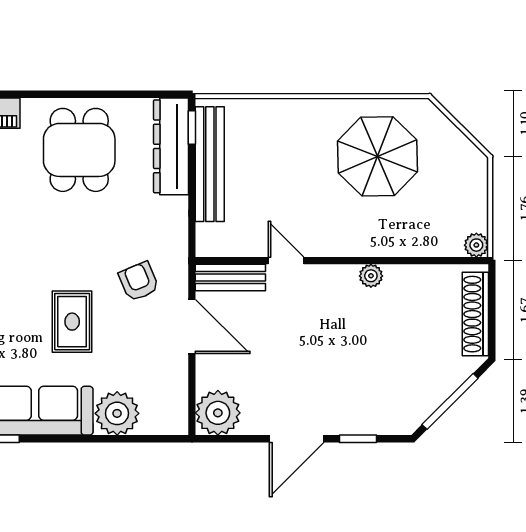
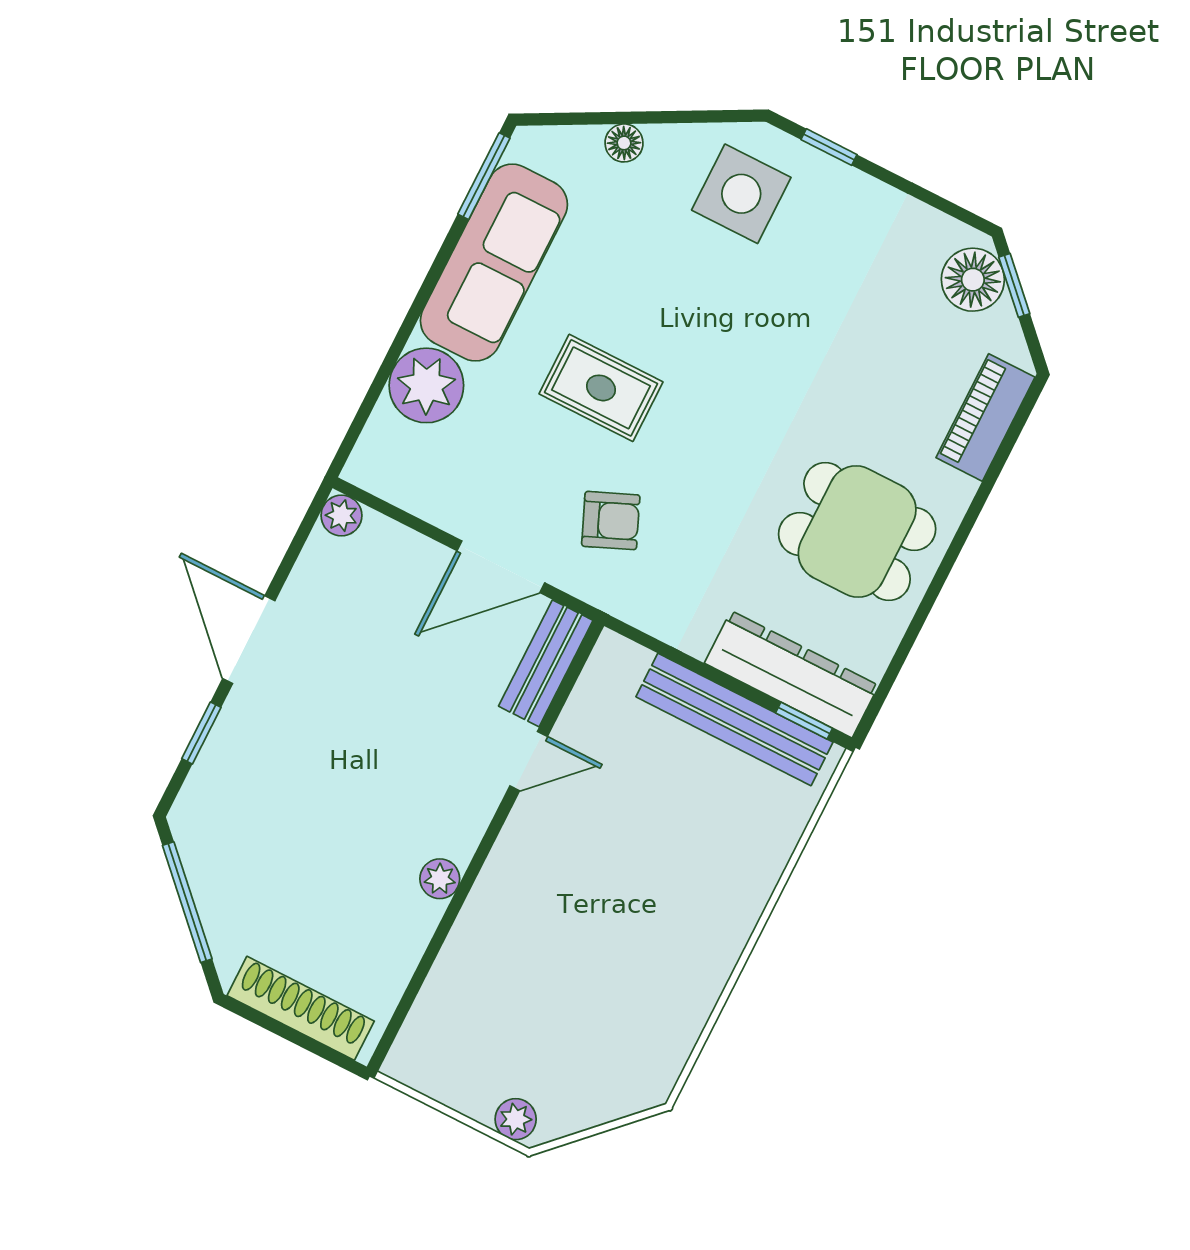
parasol: (378, 156) -> (617, 981), removed
plant: (476, 245) -> (516, 1119), moved
plant: (218, 413) -> (341, 516), width x0.53, depth x0.53

